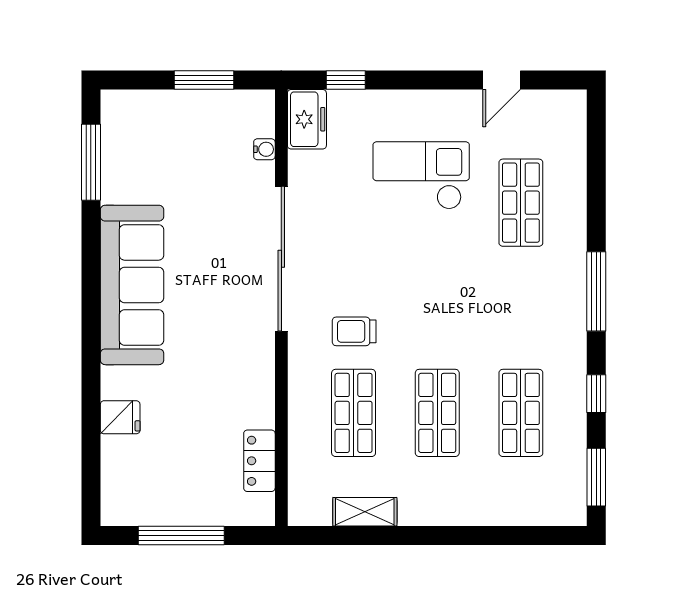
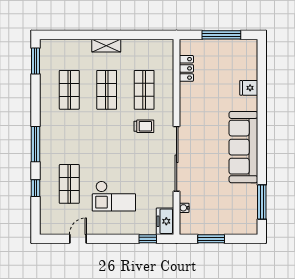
window: (596, 394) -> (36, 188), moved
shelving: (365, 512) -> (106, 46), moved

